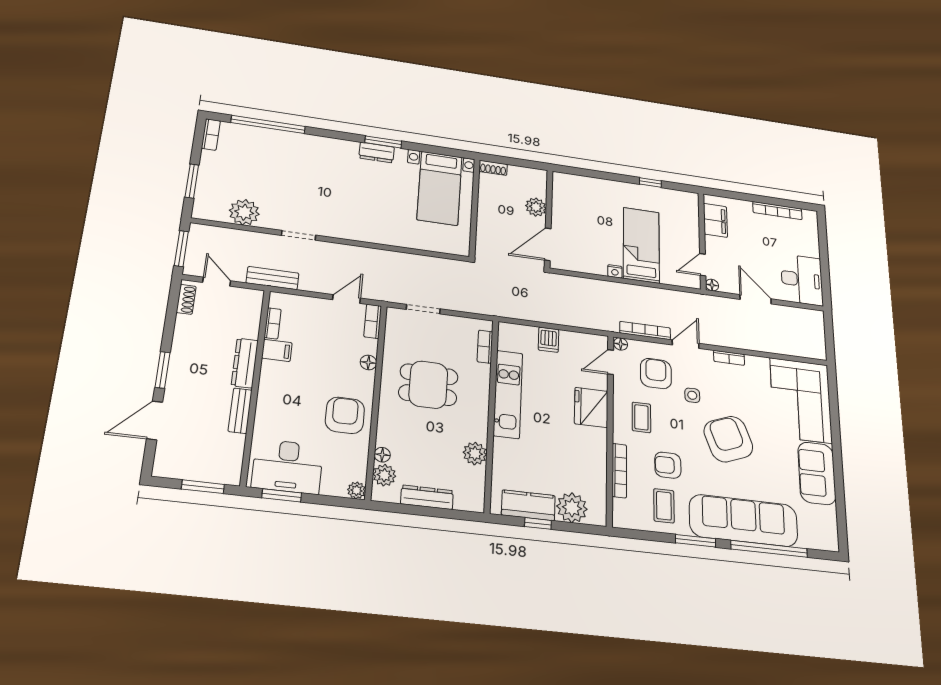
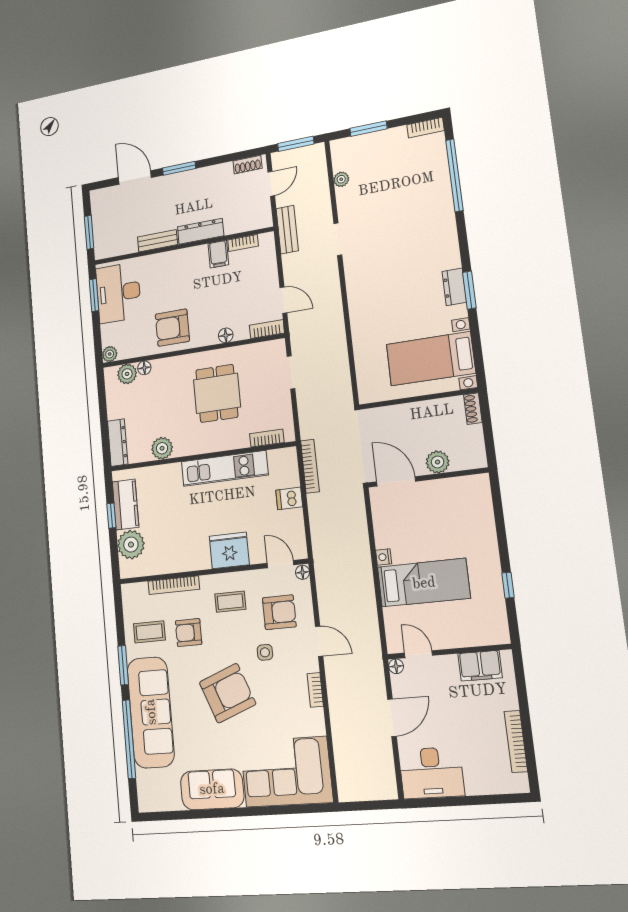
plant: (244, 212) -> (341, 179), width x0.53, depth x0.53
bookcase: (645, 330) -> (310, 466), moved
armchair: (345, 415) -> (172, 328), turned 180
armchair: (668, 465) -> (189, 633), turned -90
dresser: (427, 497) -> (118, 443), moved

